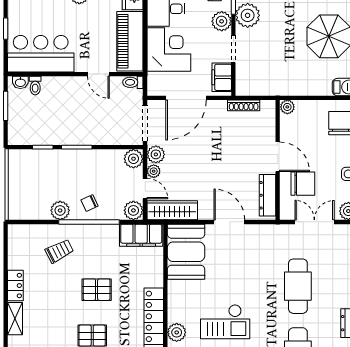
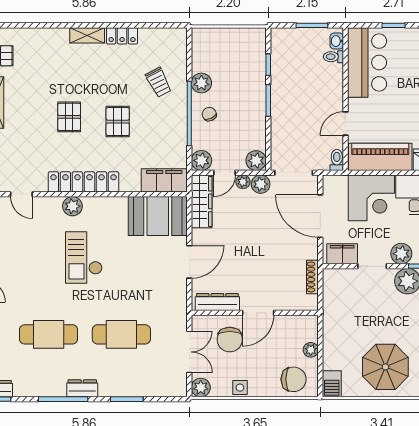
plant: (287, 107) -> (311, 350), moved
filing cabinet: (141, 235) -> (164, 180), moved, turned 90

